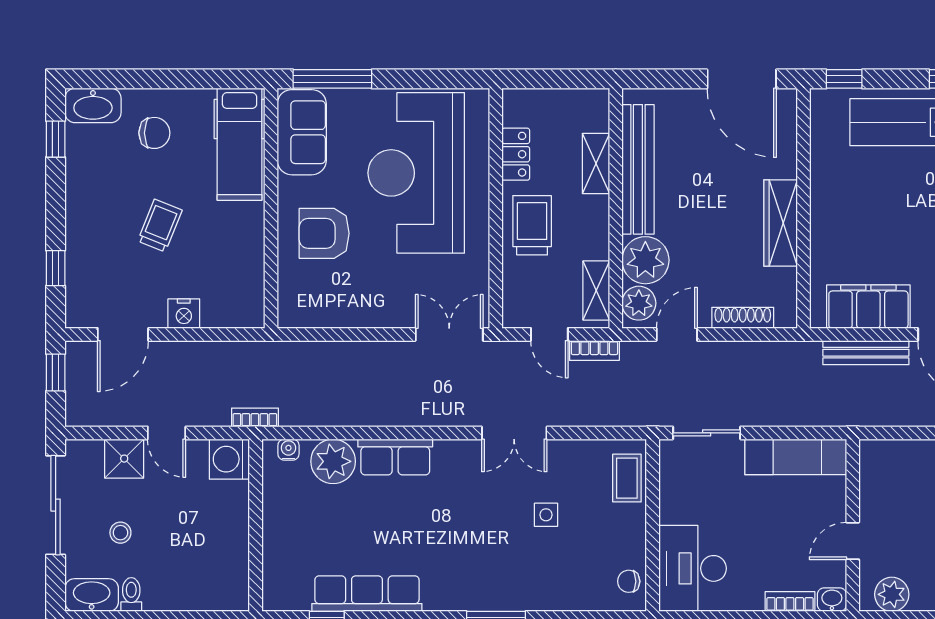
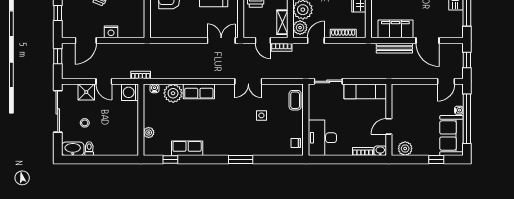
plant: (275, 556) -> (149, 132), added
row of seats: (367, 594) -> (187, 148), width x0.68

